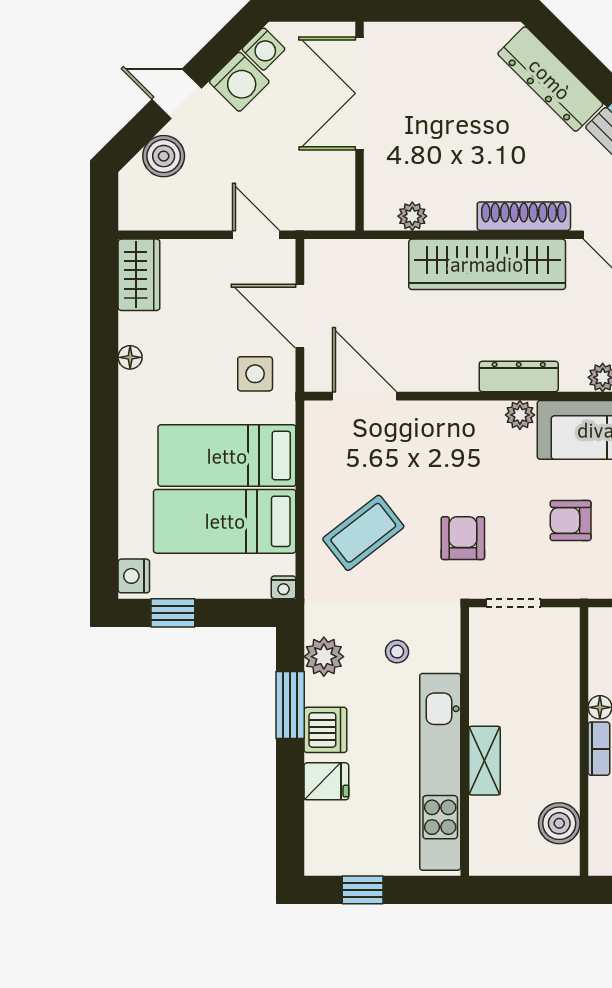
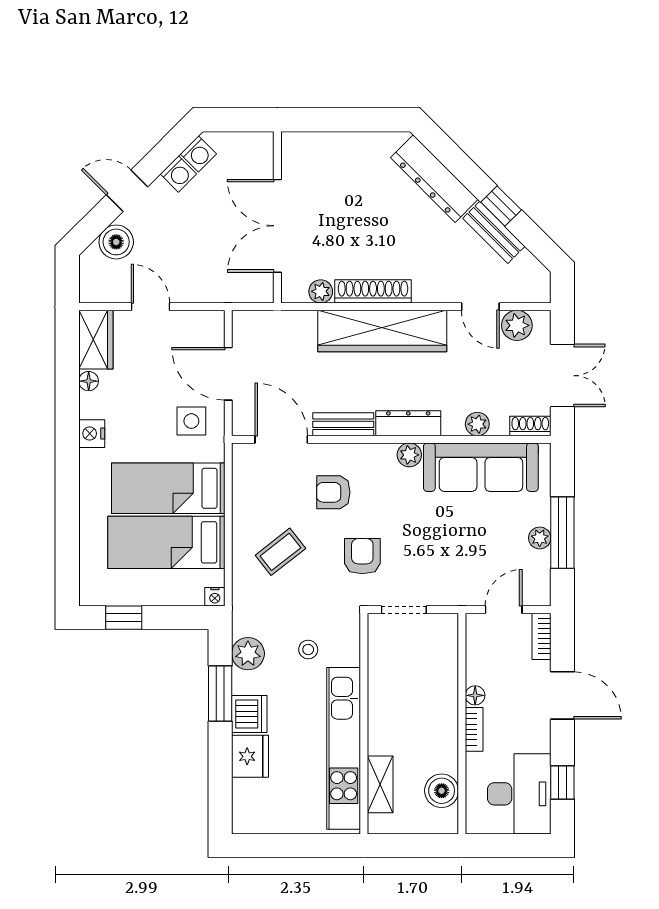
washing machine: (239, 82) -> (178, 174), width x0.73, depth x0.73
double door: (360, 93) -> (277, 226), moved
shoe rack: (524, 216) -> (373, 291), moved
door: (256, 235) -> (150, 307), moved
floor lamp: (130, 357) -> (89, 381), moved
bench: (440, 378) -> (343, 424), added
armchair: (571, 520) -> (333, 492), moved
coffee table: (363, 533) -> (280, 552), width x0.73, depth x0.77
nightstand: (134, 576) -> (92, 434), moved
shelving: (484, 761) -> (380, 784), moved
fridge: (326, 781) -> (250, 756), width x1.38
window: (363, 890) -> (280, 846), removed

